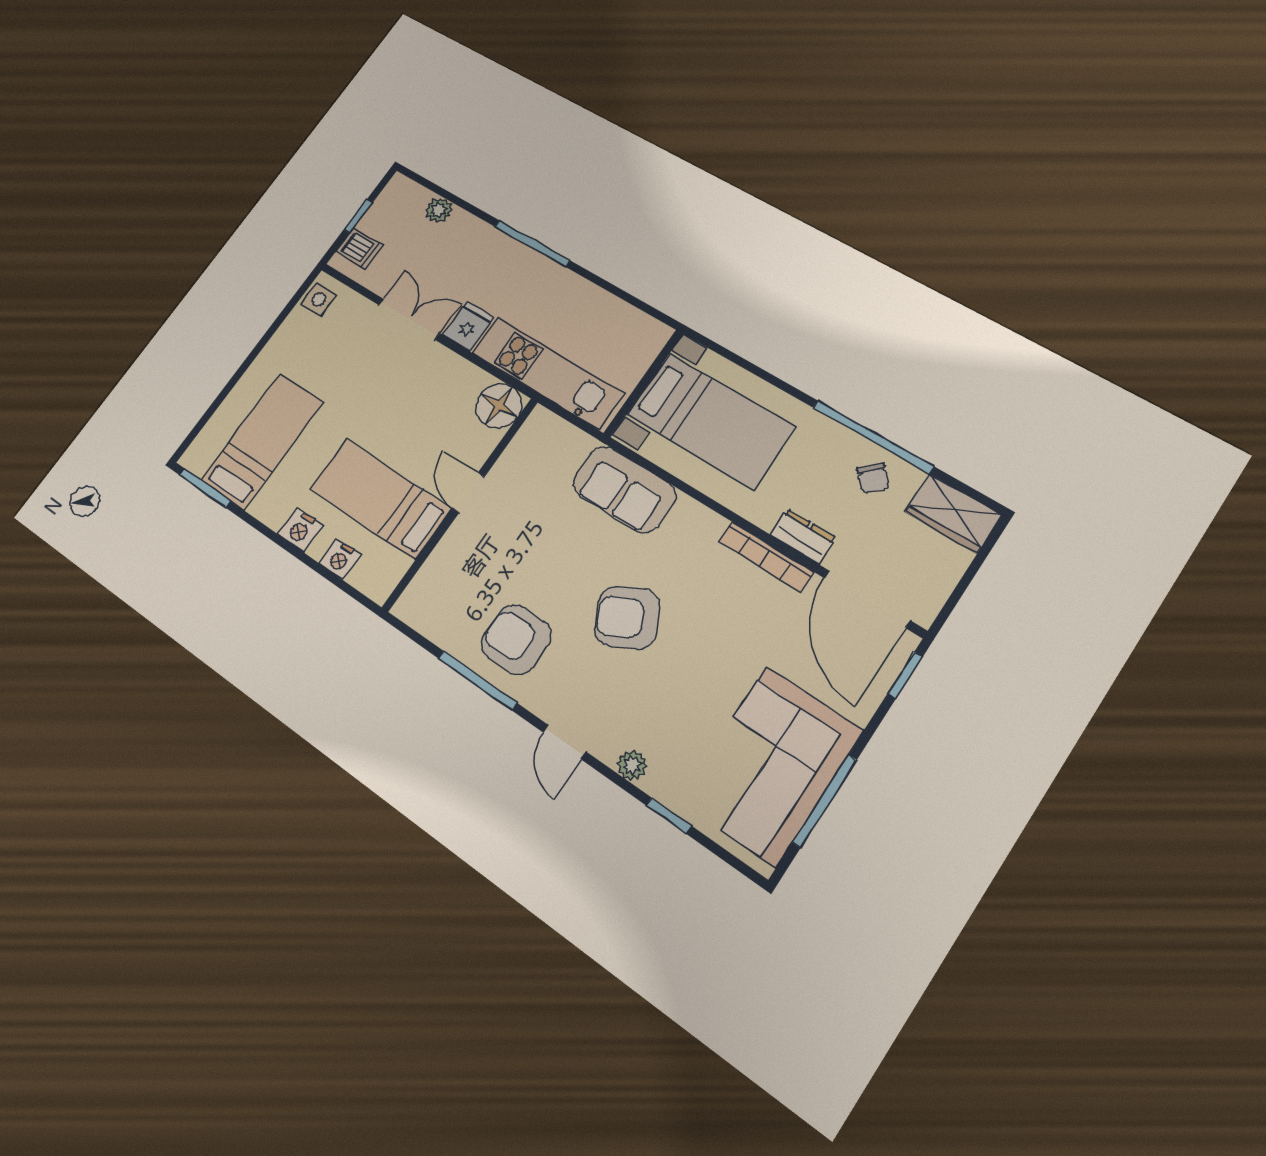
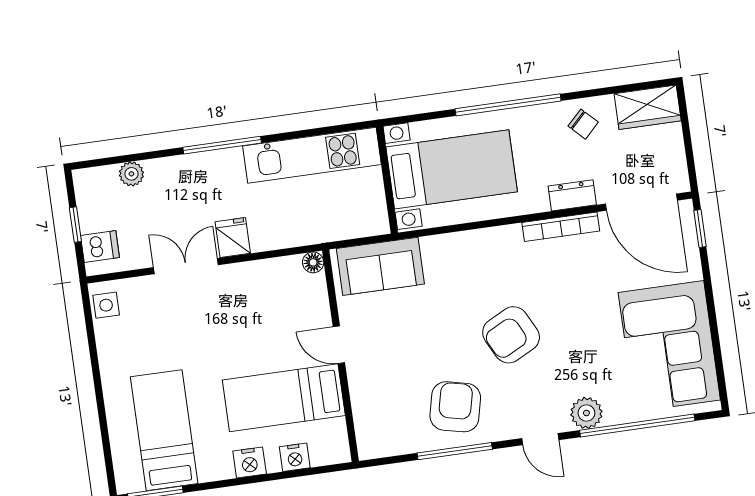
kitchen unit: (547, 373) -> (312, 155), moved, turned 180
floor lamp: (499, 406) -> (313, 262), width x0.53, depth x0.53
window: (873, 437) -> (508, 105), moved
sofa: (624, 489) -> (380, 266), moved
armchair: (516, 640) -> (455, 407), turned 103
plant: (632, 765) -> (586, 413), width x1.38, depth x1.38
window: (825, 801) -> (716, 339), removed
window: (669, 816) -> (637, 425), width x3.17

